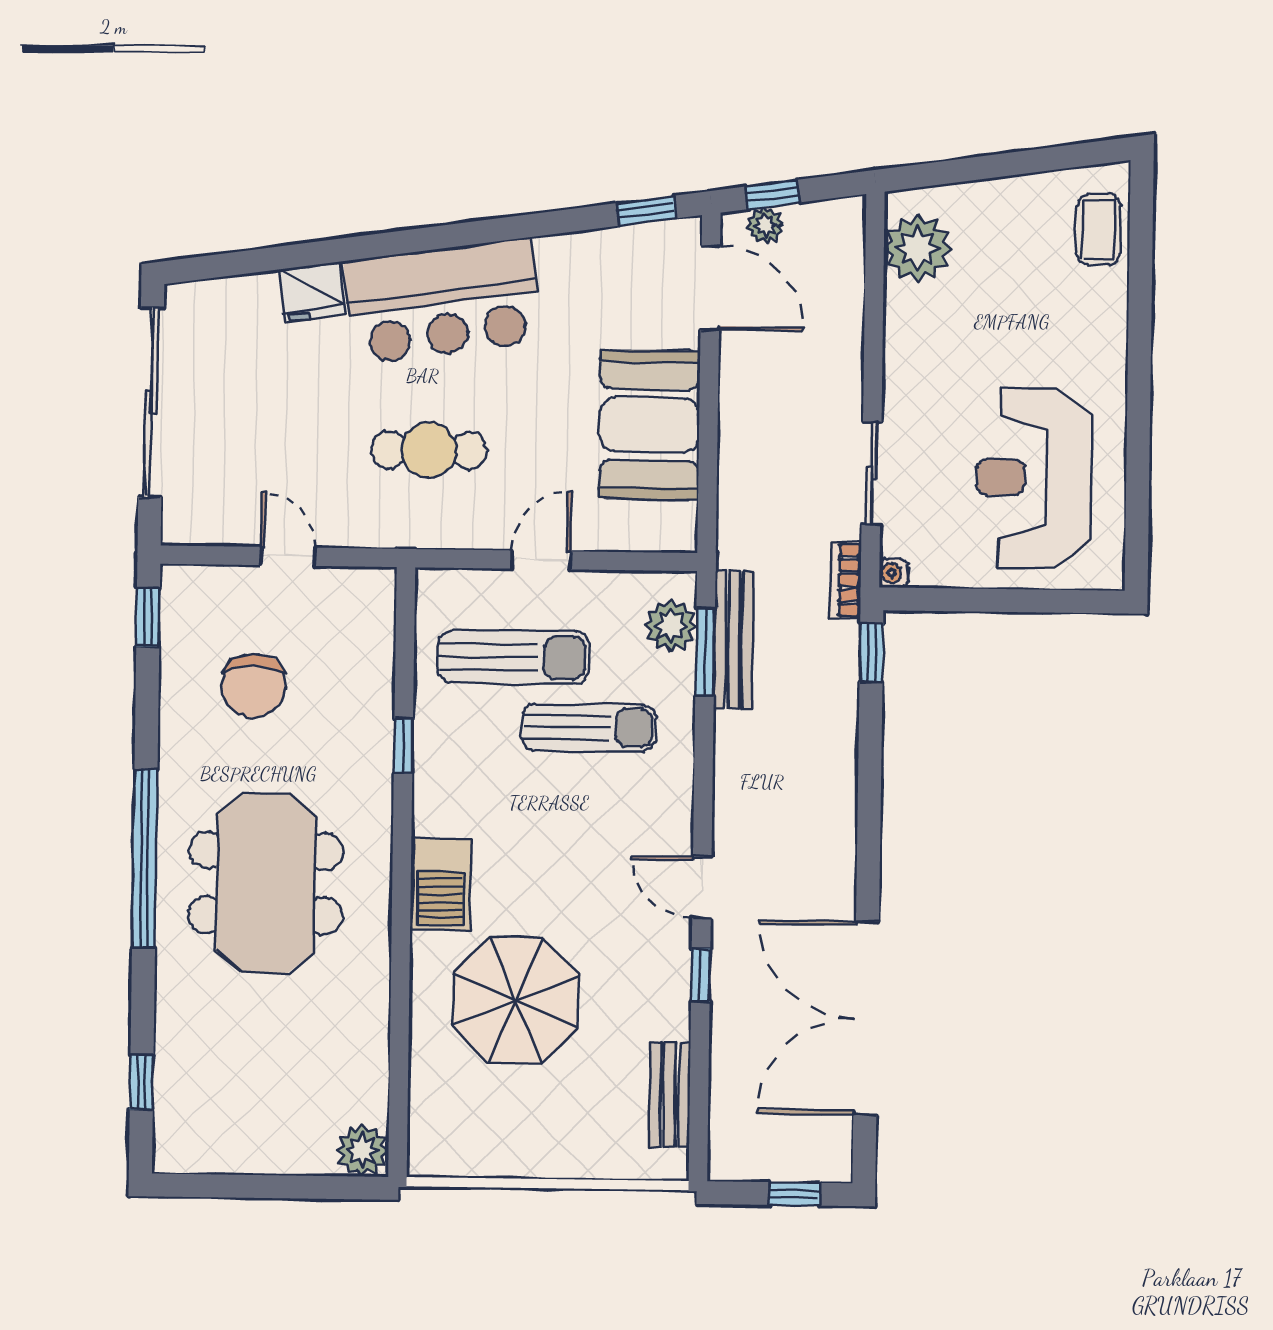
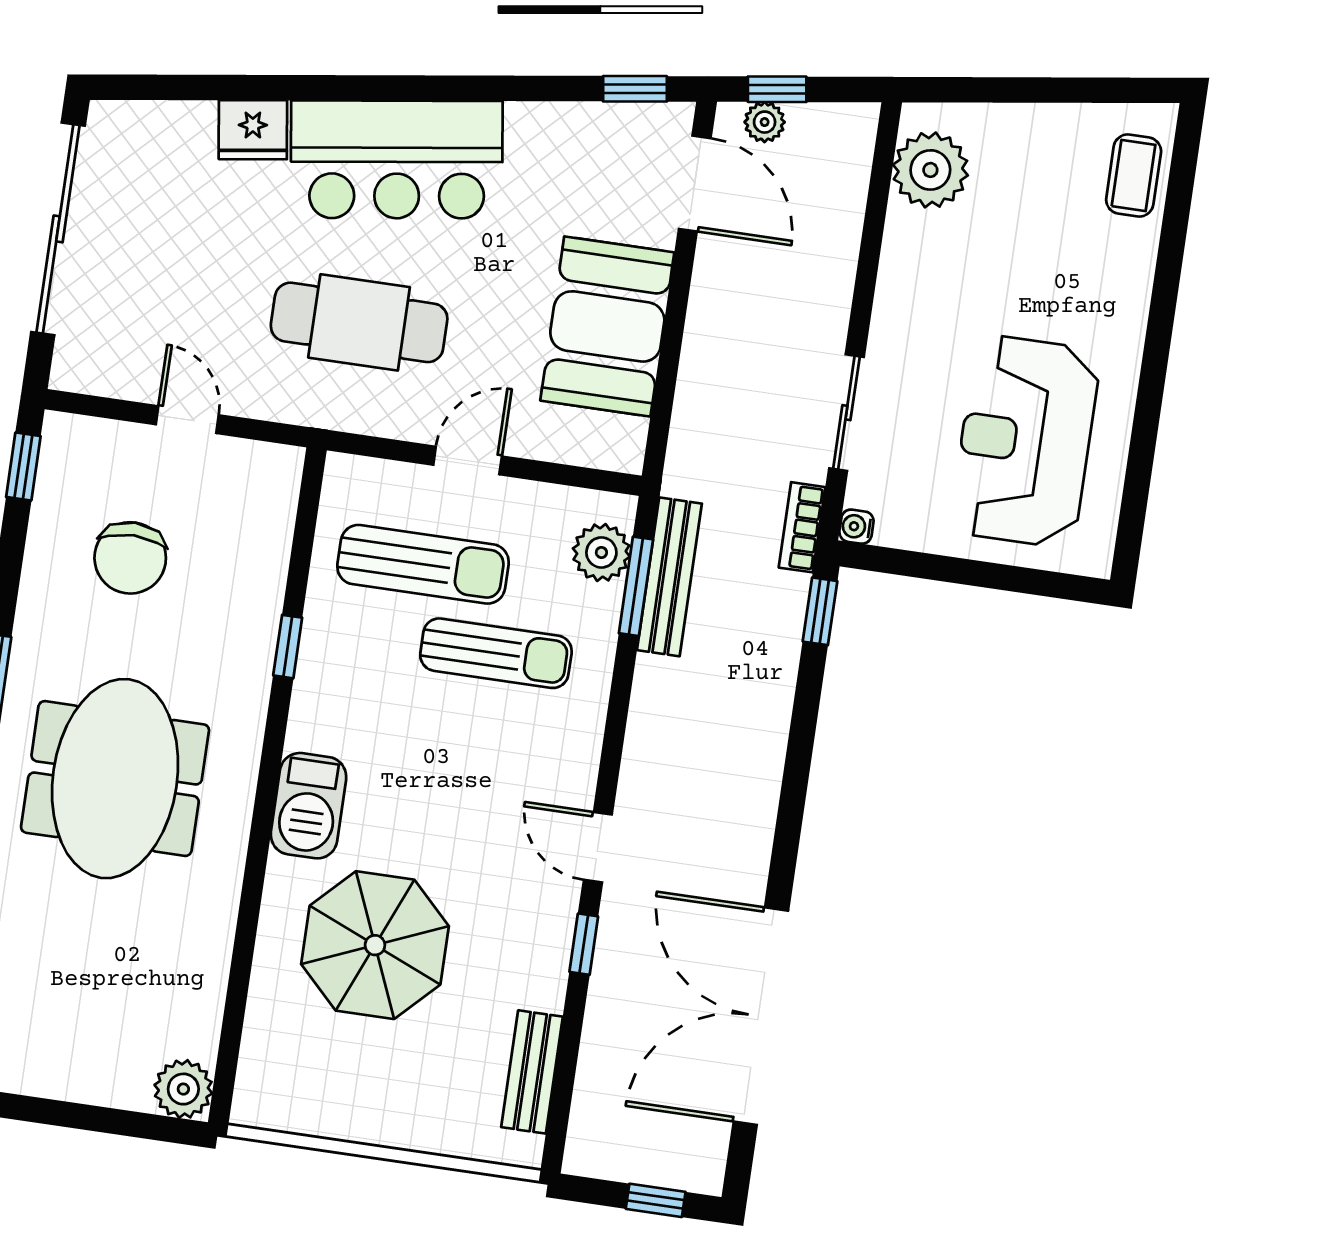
cafe table: (429, 450) -> (359, 322), width x1.37, depth x1.35

